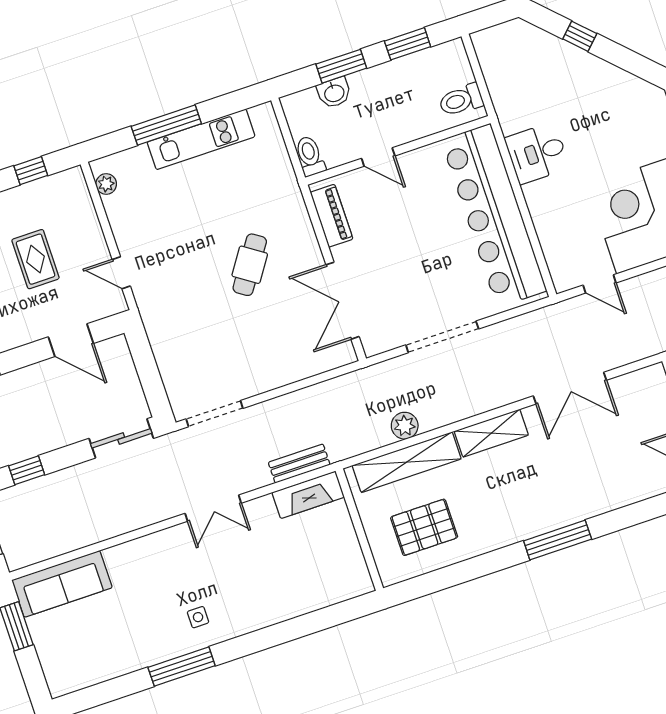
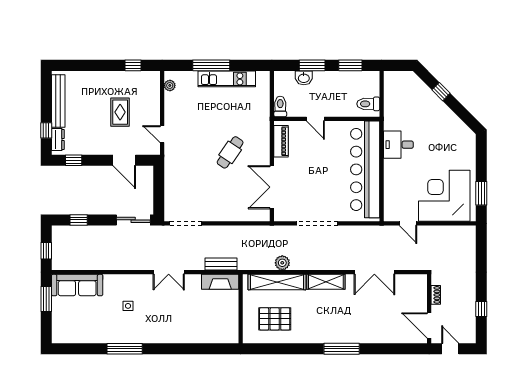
side table: (198, 617) -> (128, 306), moved

